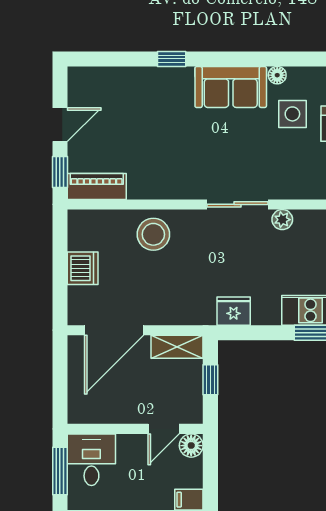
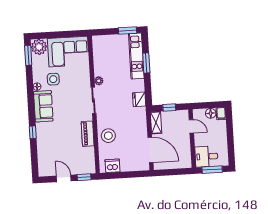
piano: (97, 186) -> (88, 134), moved
dishwasher: (83, 268) -> (112, 166), moved
floor lamp: (191, 446) -> (211, 113), moved

